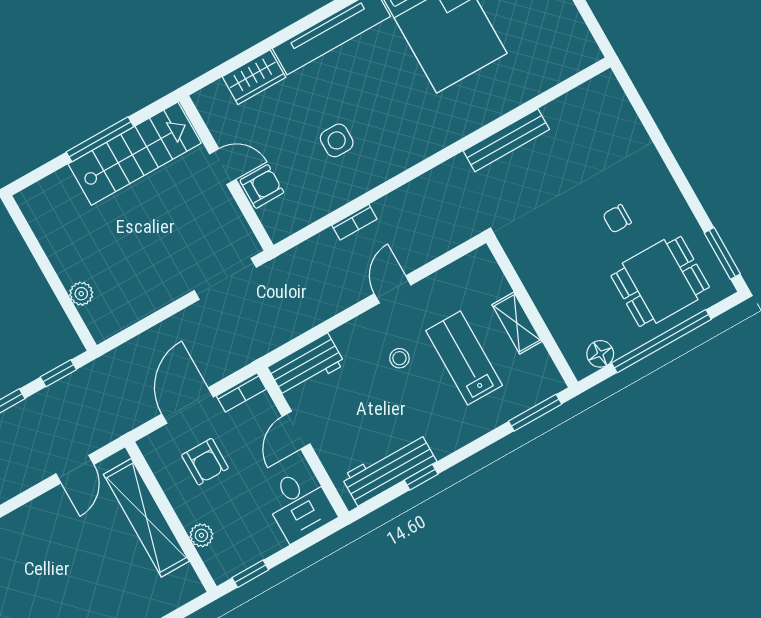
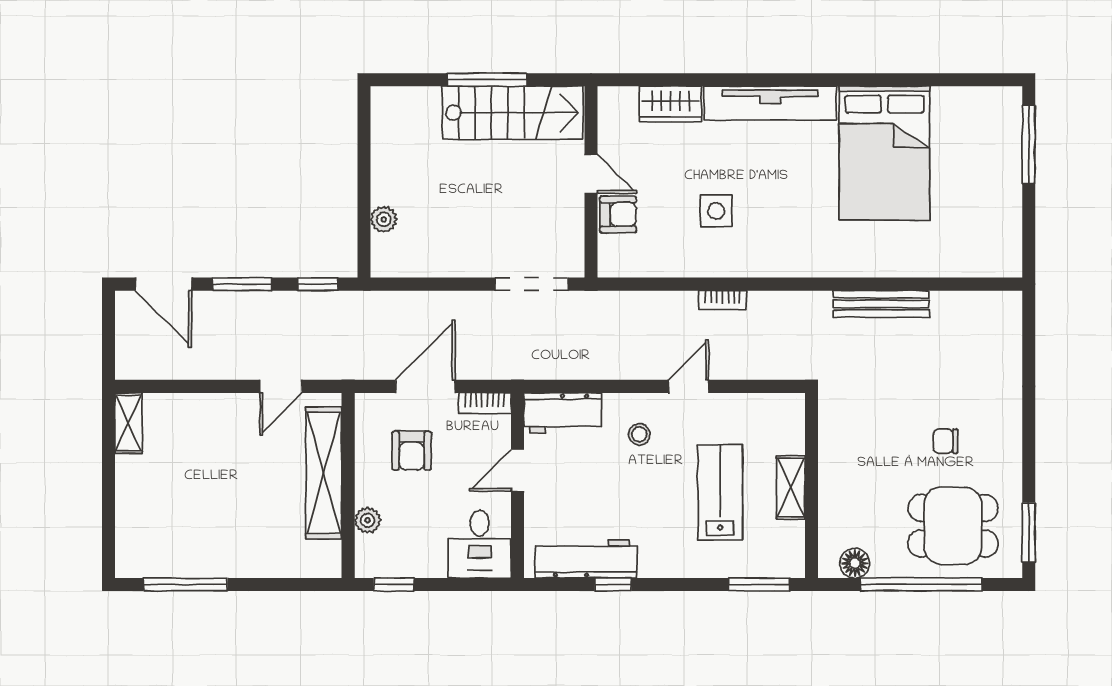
bookcase: (354, 222) -> (723, 300), moved
stool: (399, 358) -> (639, 434), moved

